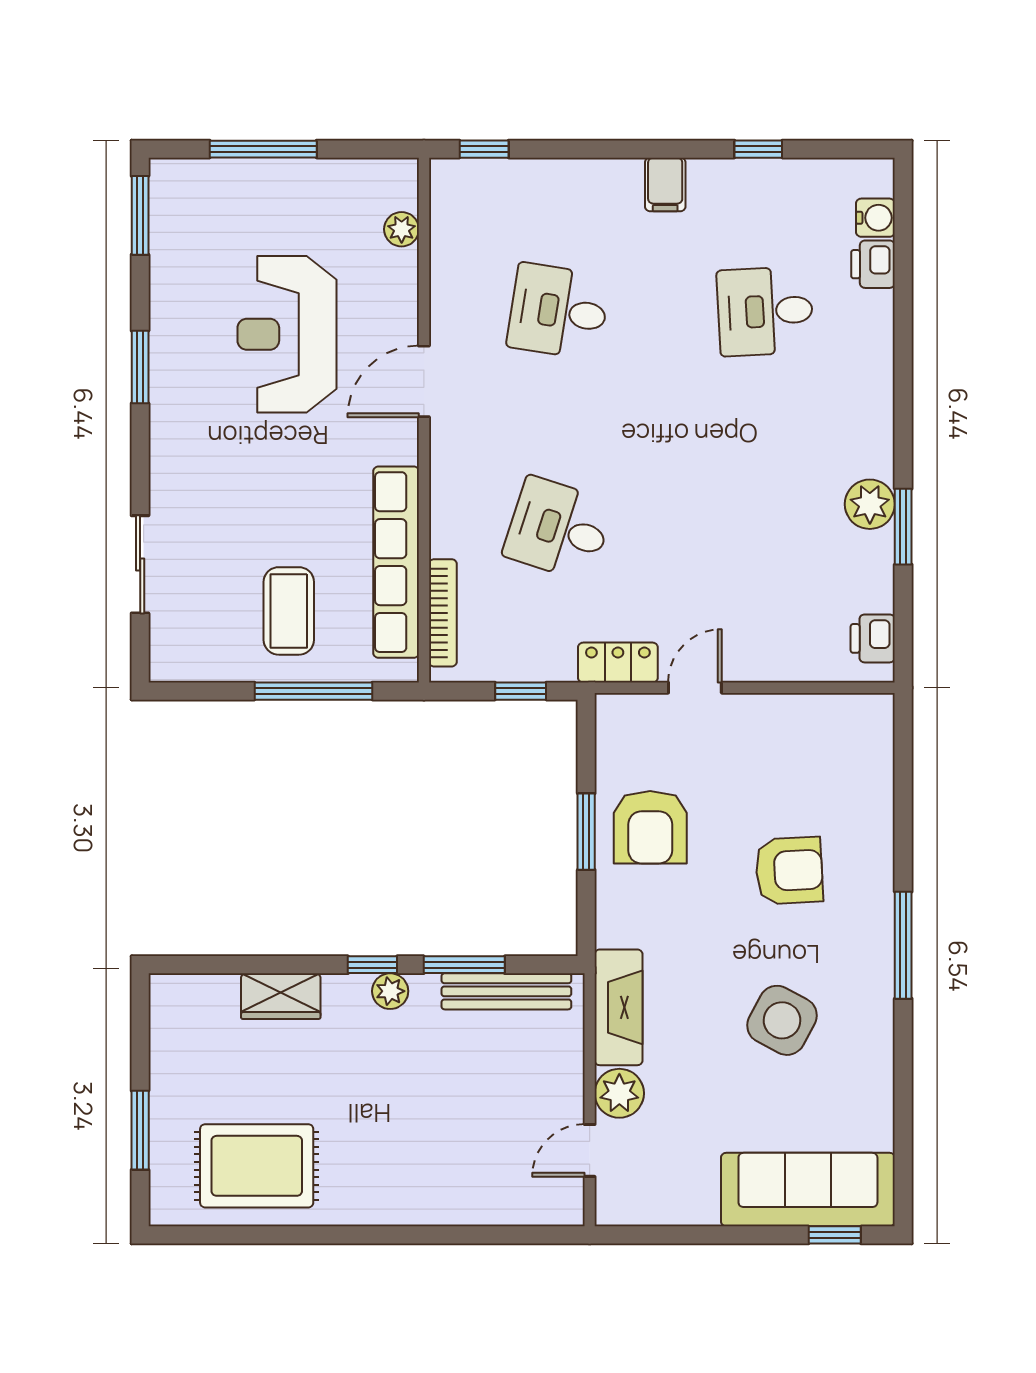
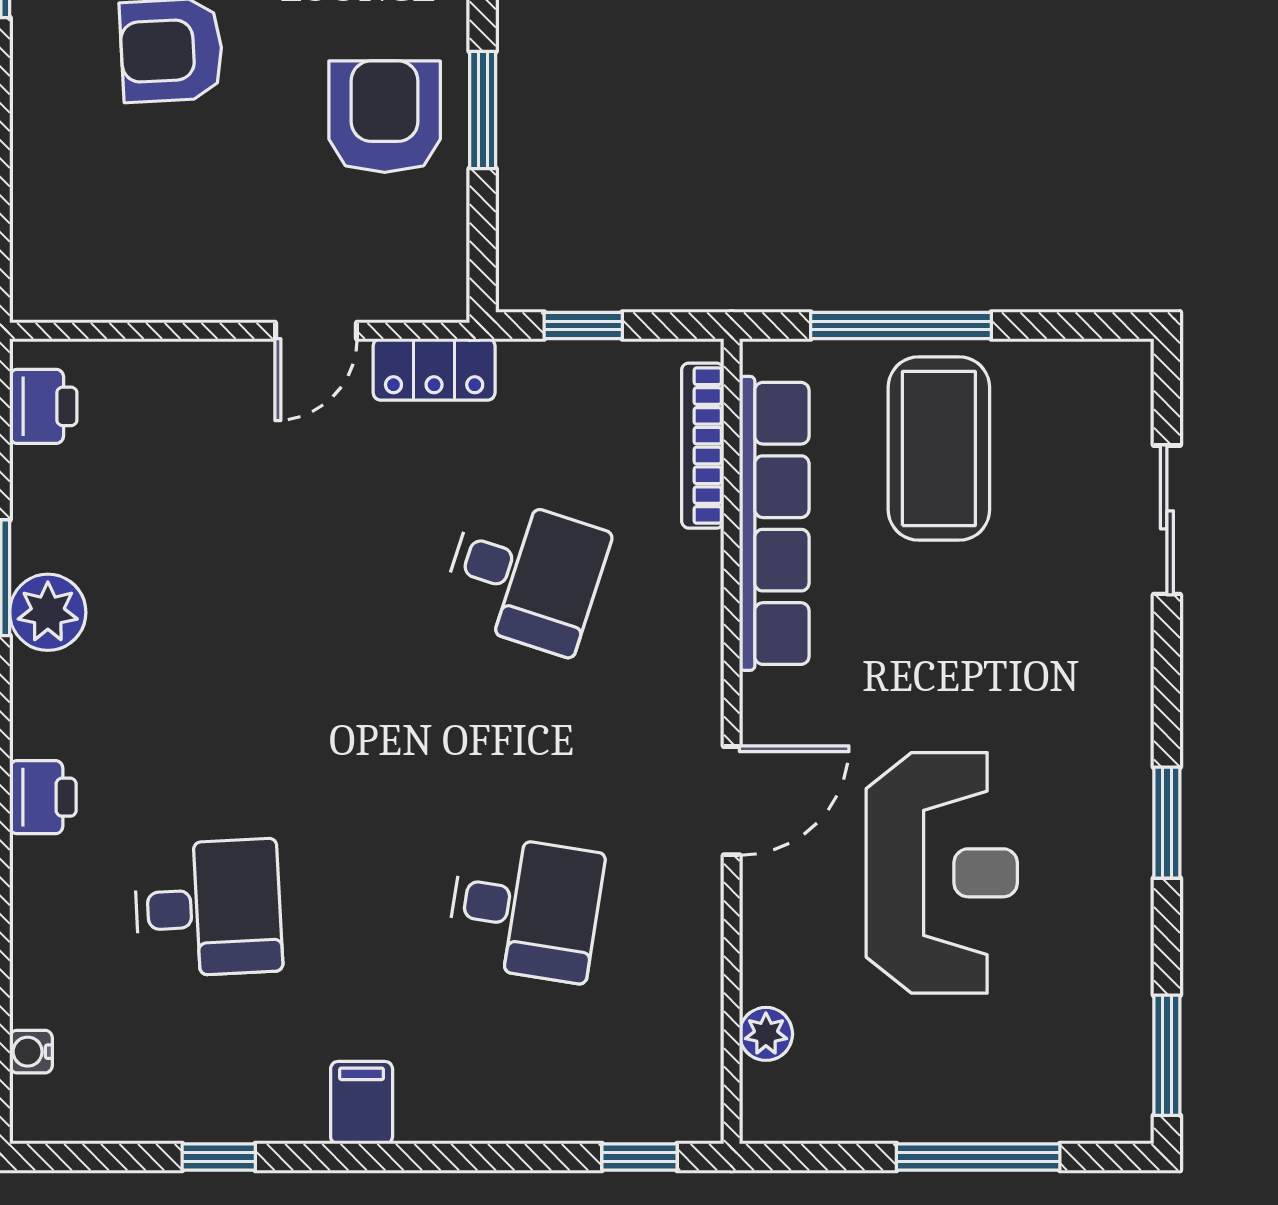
water cooler: (875, 218) -> (31, 1052), width x0.72, depth x0.72
printer: (873, 264) -> (43, 797), moved
coffee table: (289, 611) -> (939, 449), width x1.36, depth x1.32

